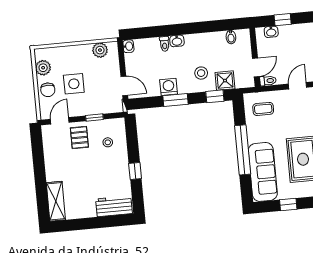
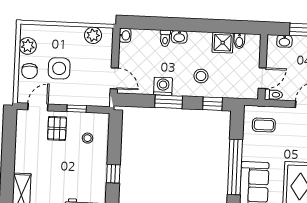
shower: (225, 81) -> (223, 43), moved

